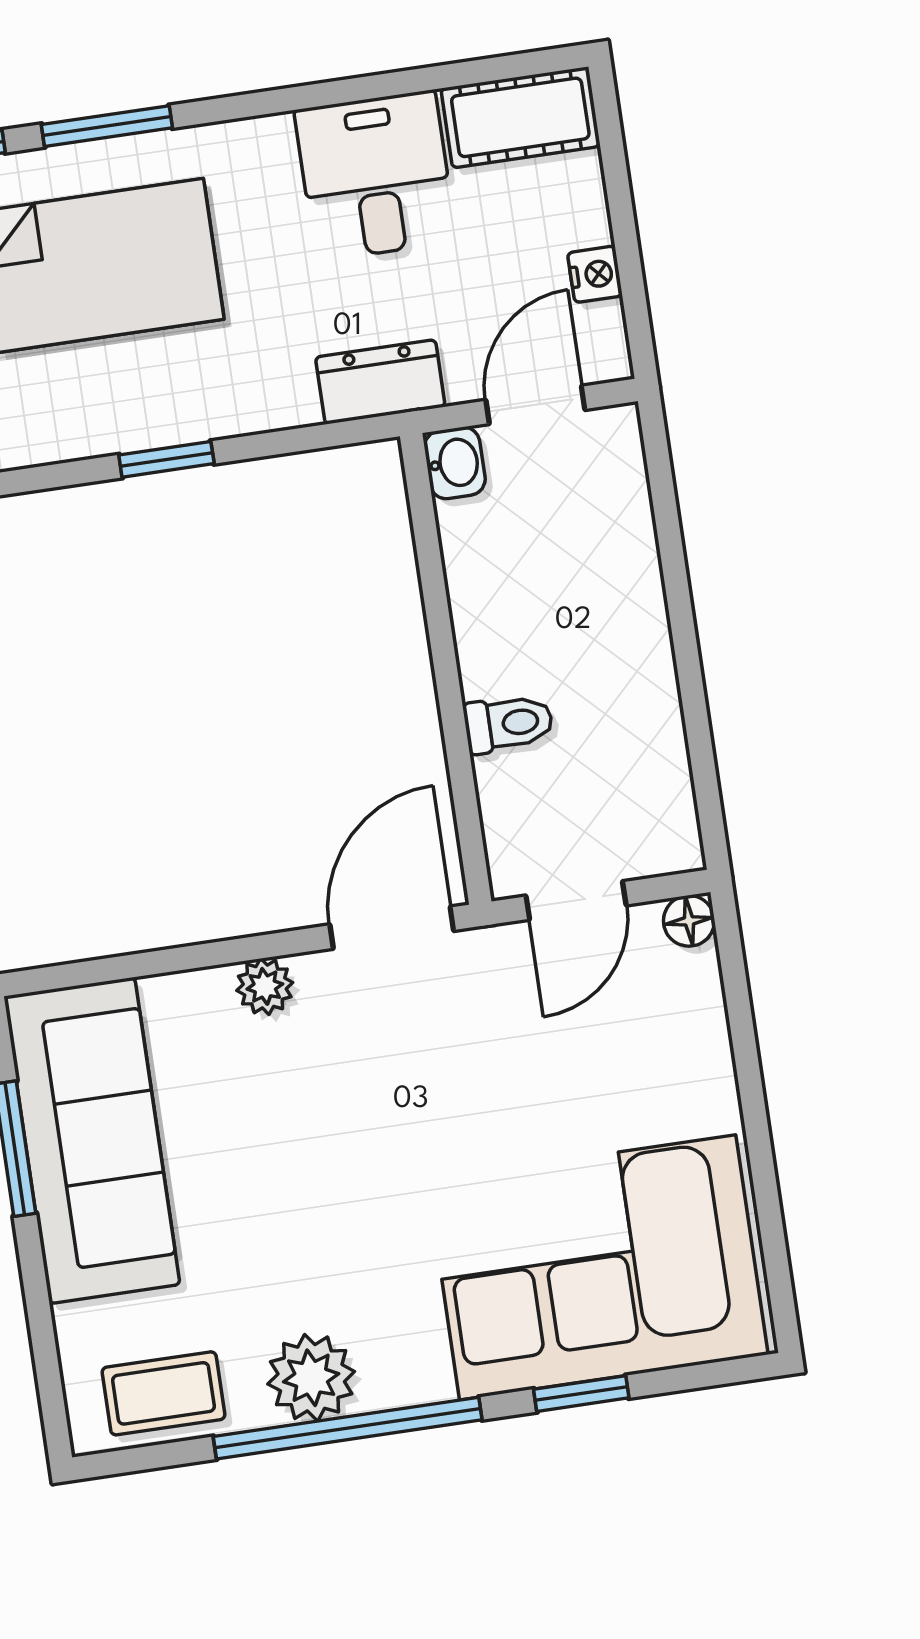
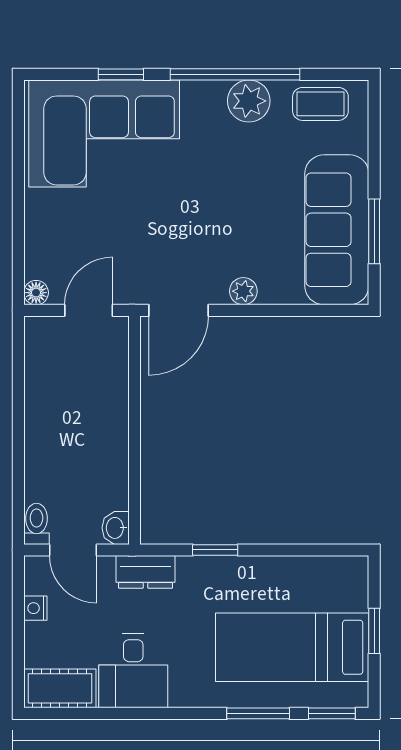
door: (535, 405) -> (73, 550), hinge flipped
window: (166, 459) -> (215, 550), moved
toilet: (509, 724) -> (36, 524), moved, turned 90

